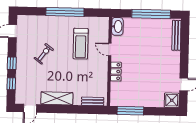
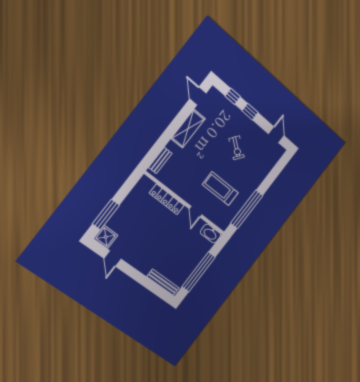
window: (65, 12) -> (247, 209), moved
door: (110, 50) -> (195, 212), swing flipped
locker: (116, 71) -> (167, 199), width x1.53
window: (130, 111) -> (106, 215), moved

